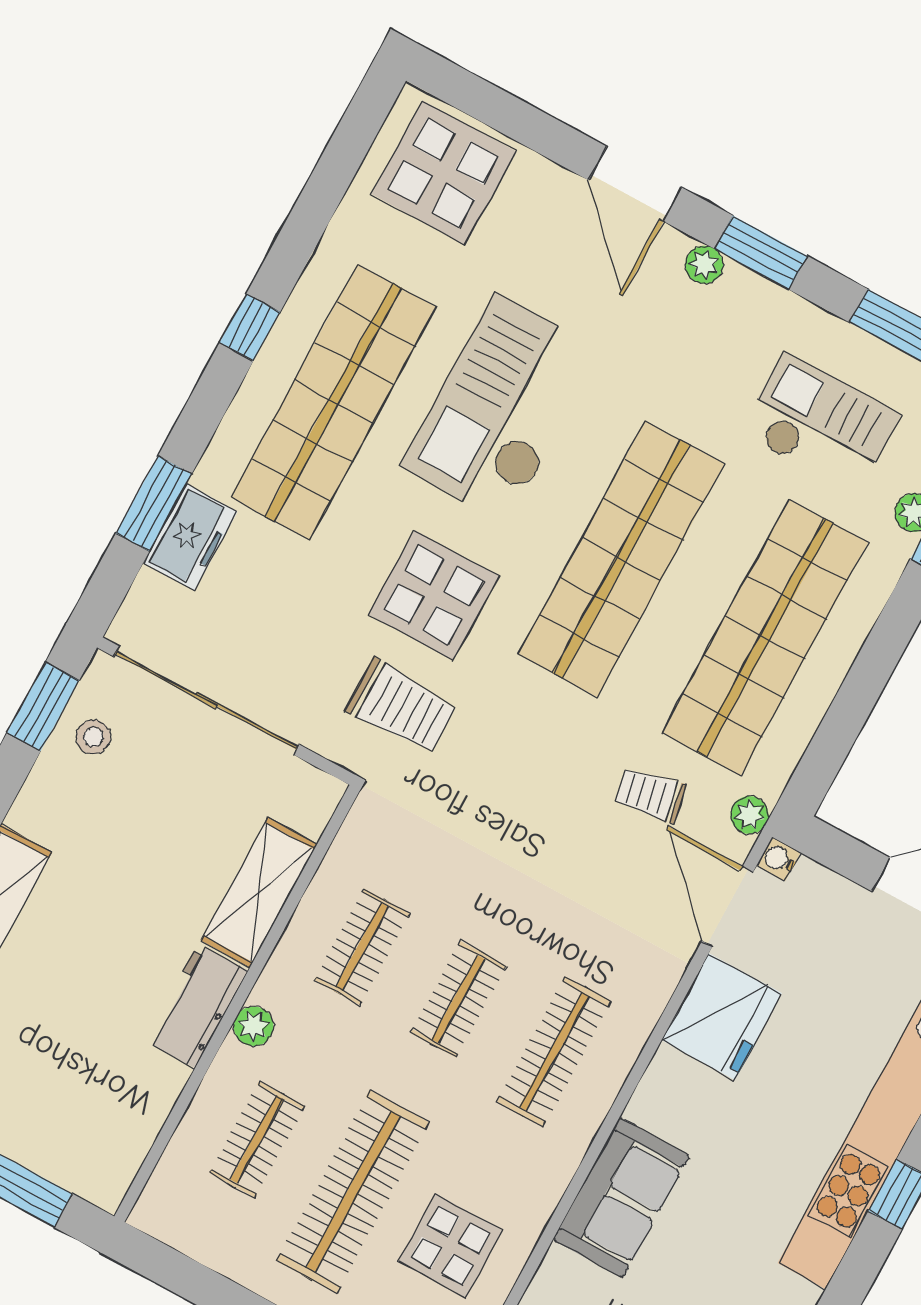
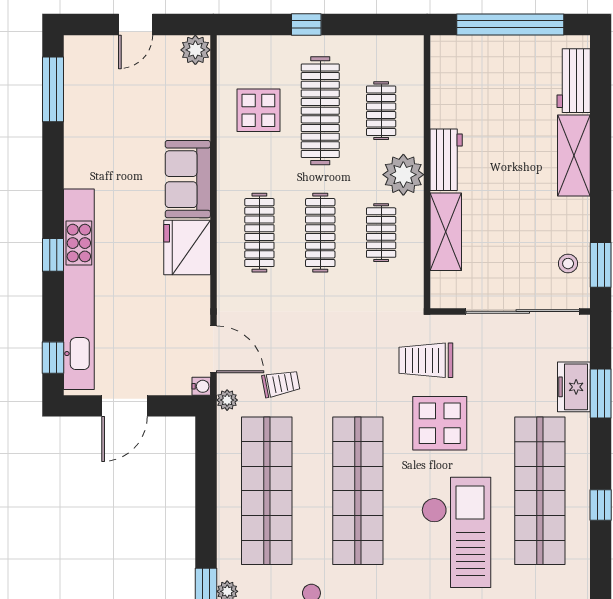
clothes rail: (458, 999) -> (320, 233), width x1.36
fridge: (722, 1017) -> (187, 247), moved
plant: (254, 1026) -> (403, 175), width x1.87, depth x1.87

